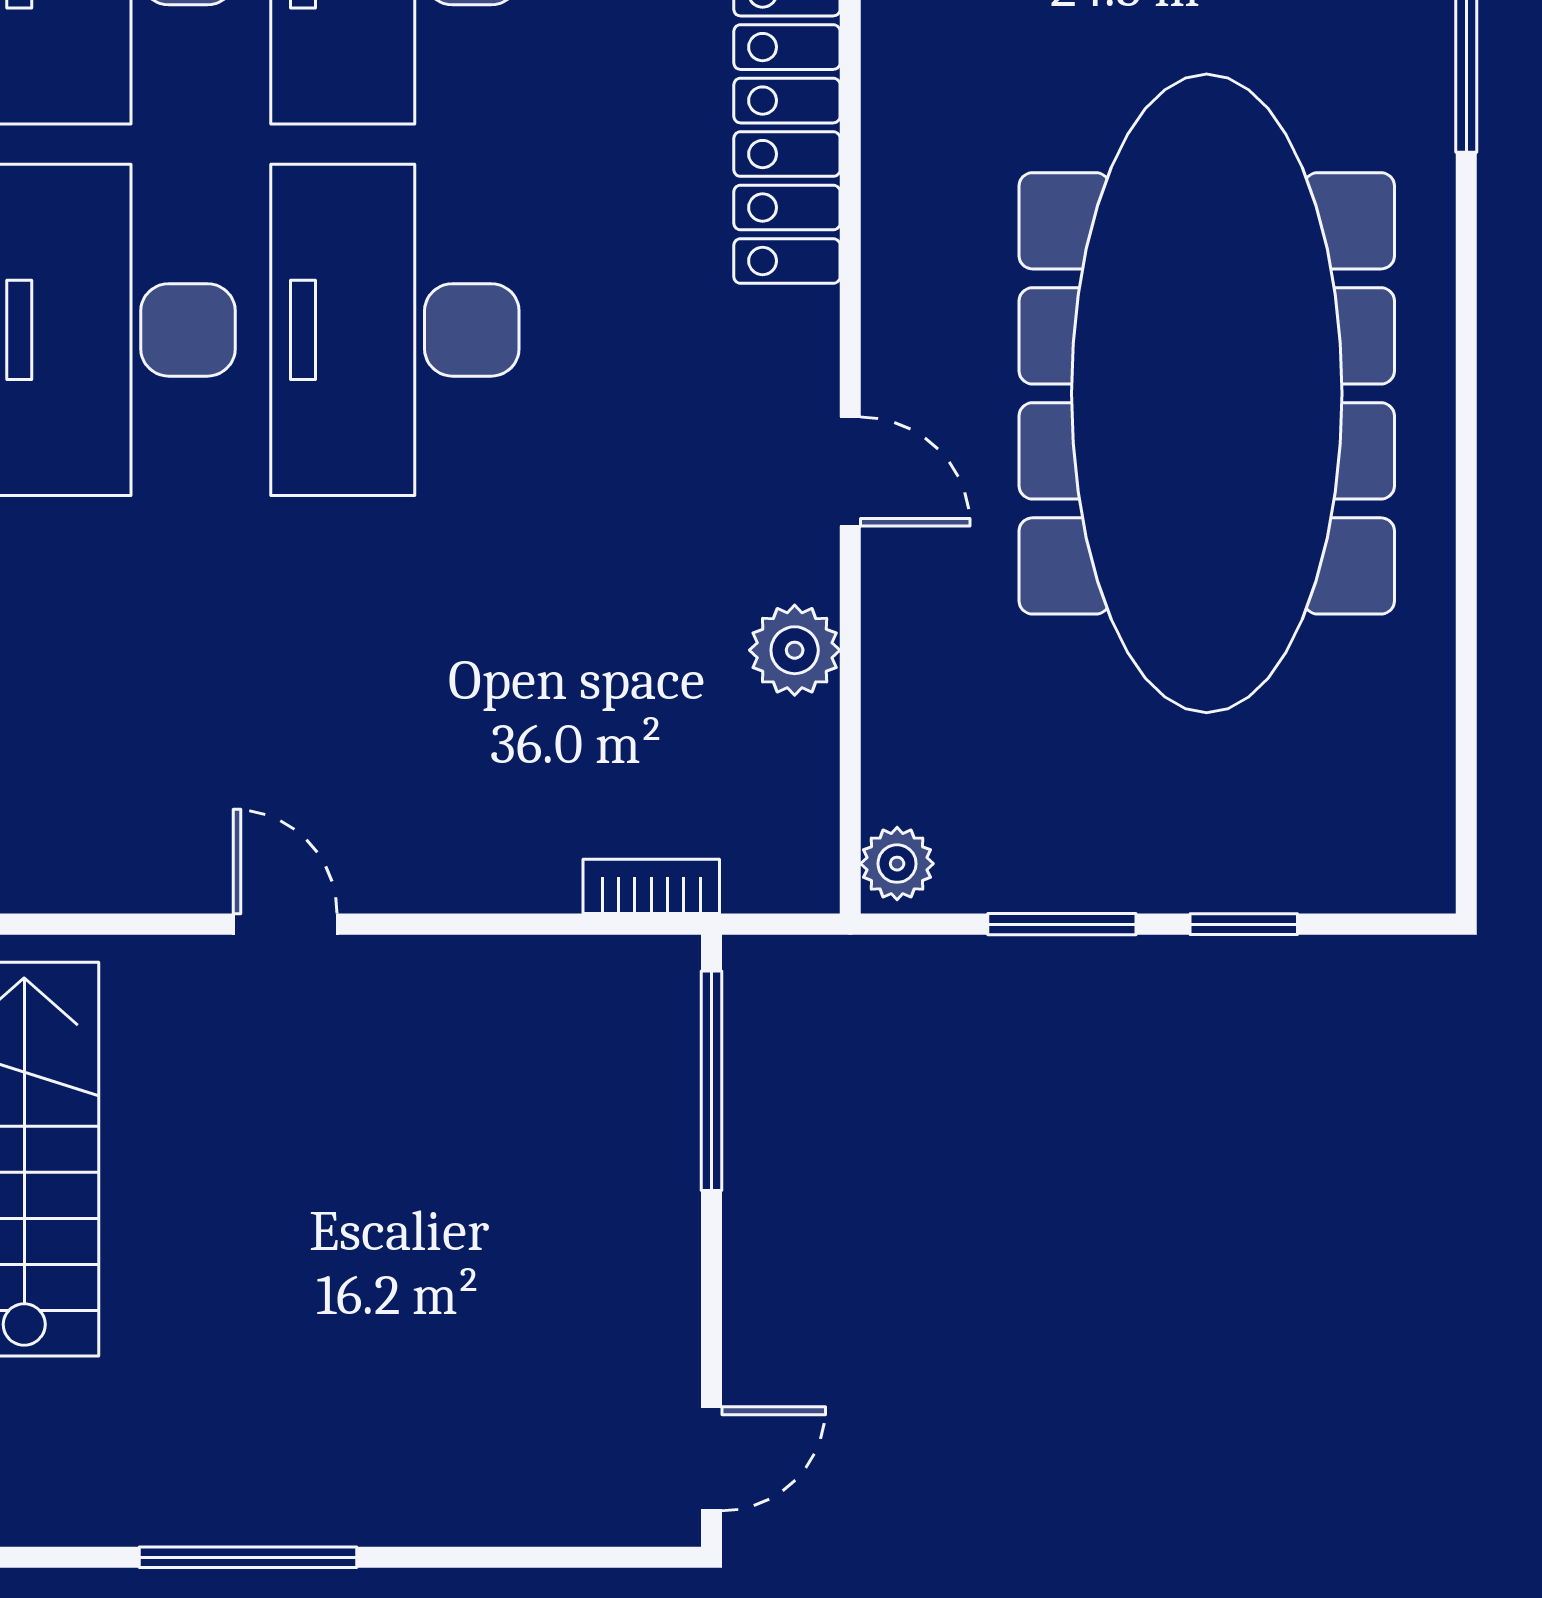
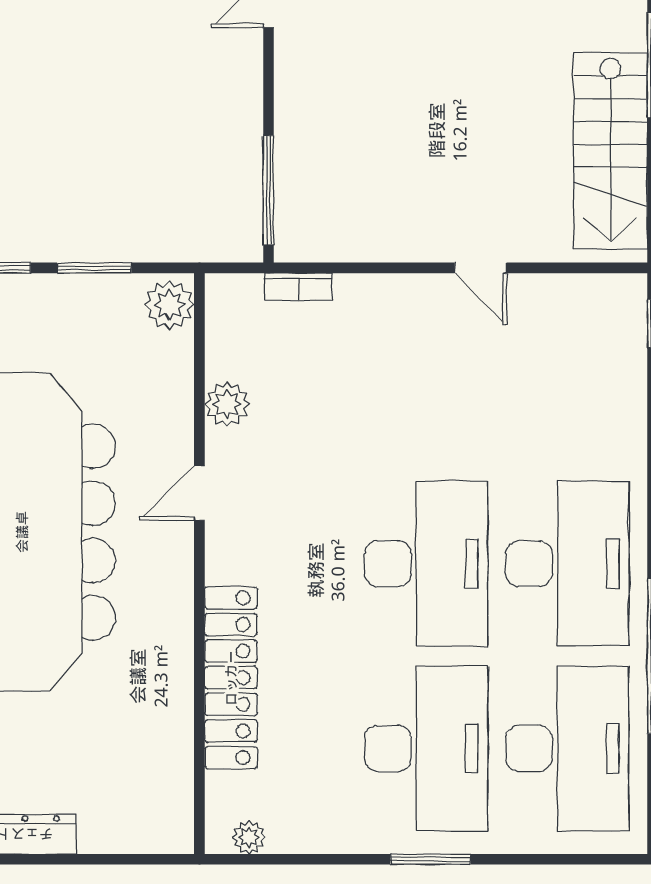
door: (850, 472) -> (199, 493), hinge flipped
plant: (897, 864) -> (169, 305), width x1.38, depth x1.38

